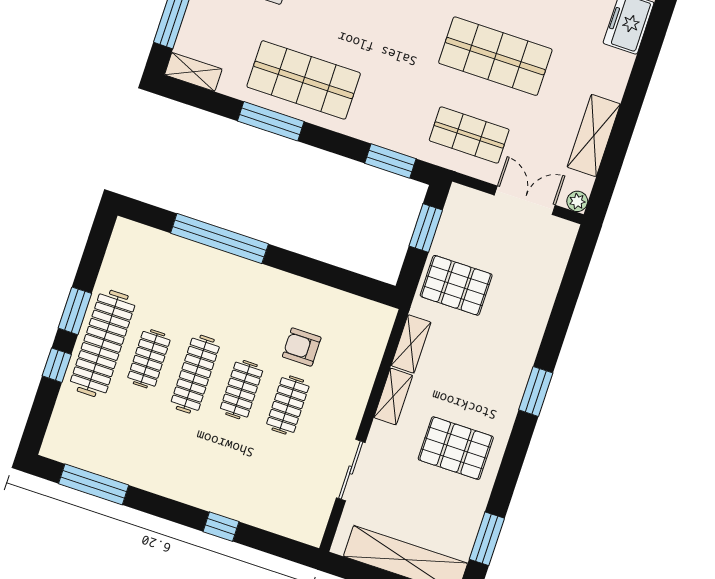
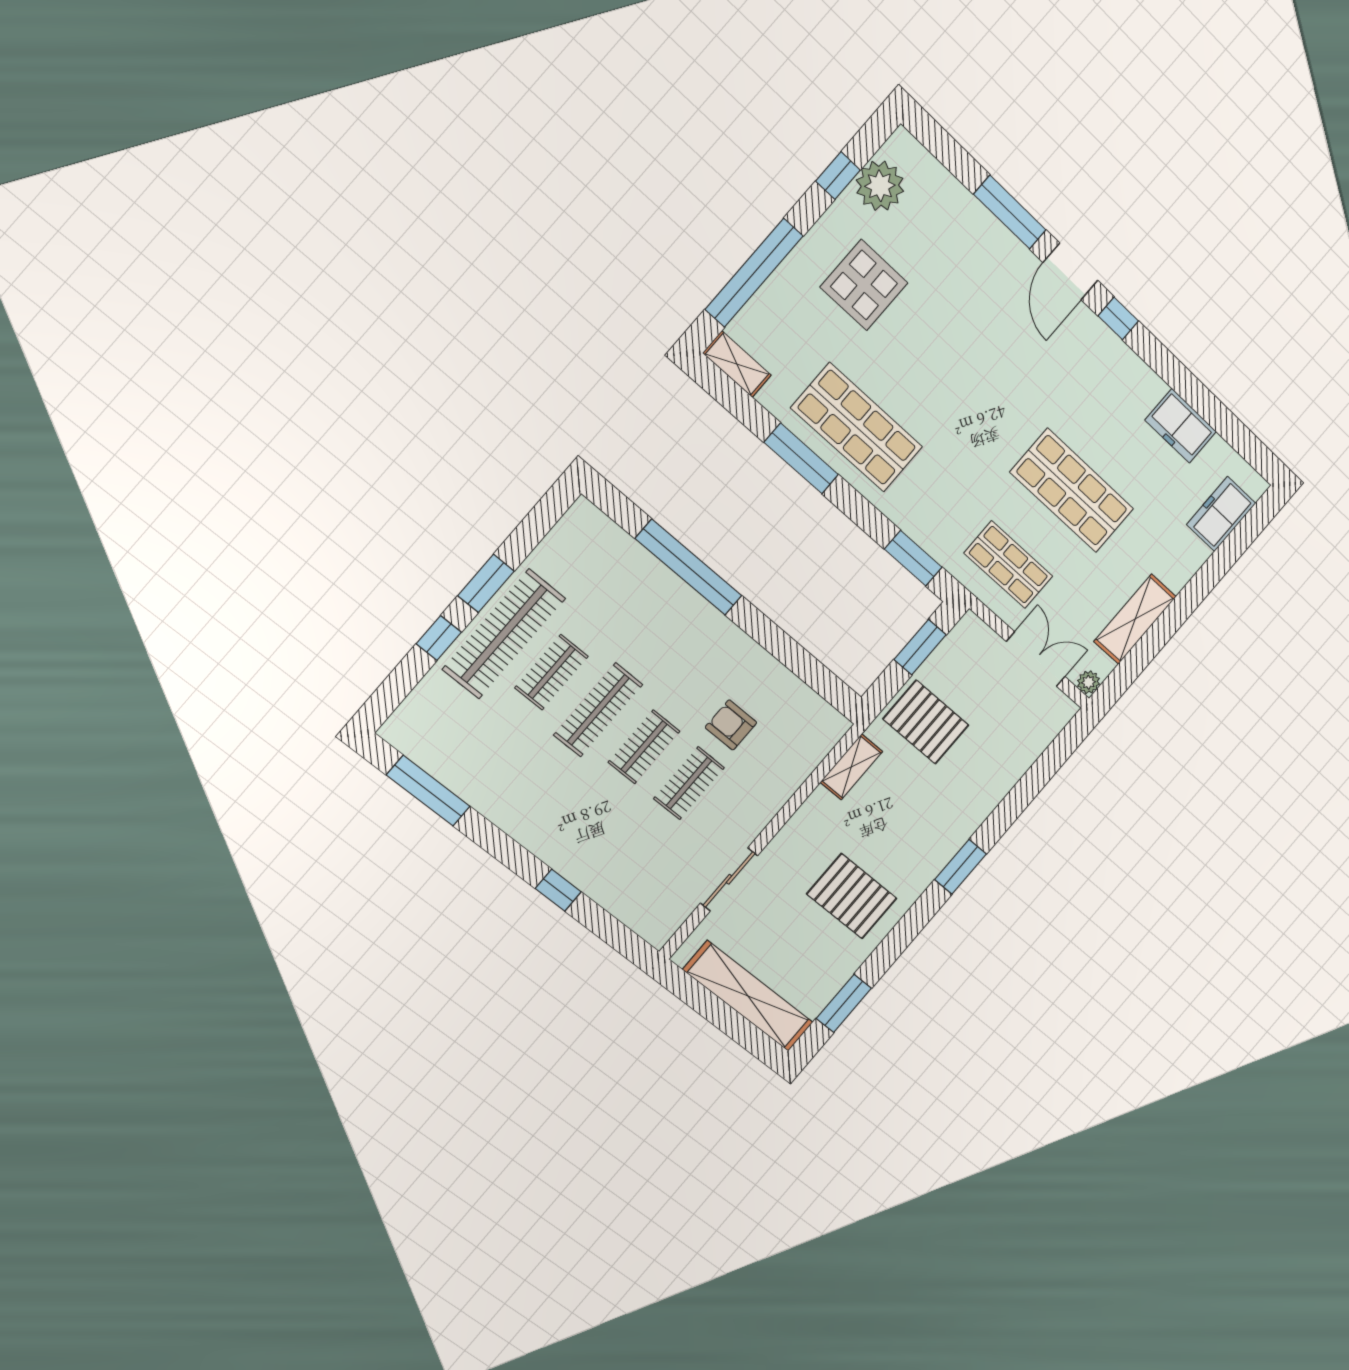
shelving: (393, 396) -> (808, 816), removed

